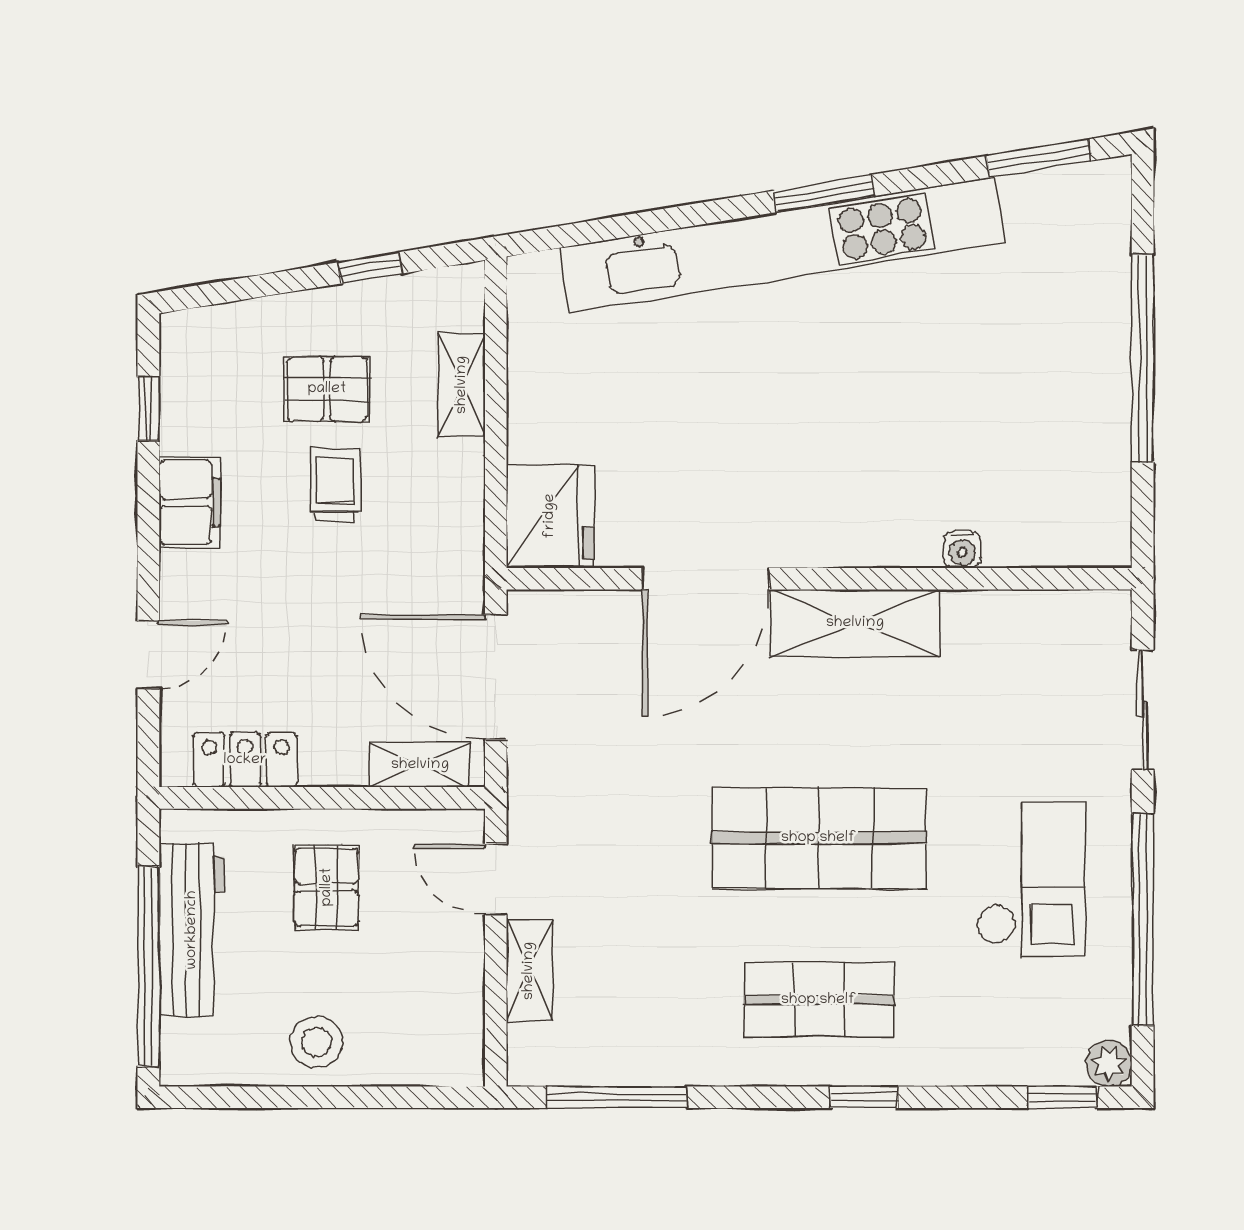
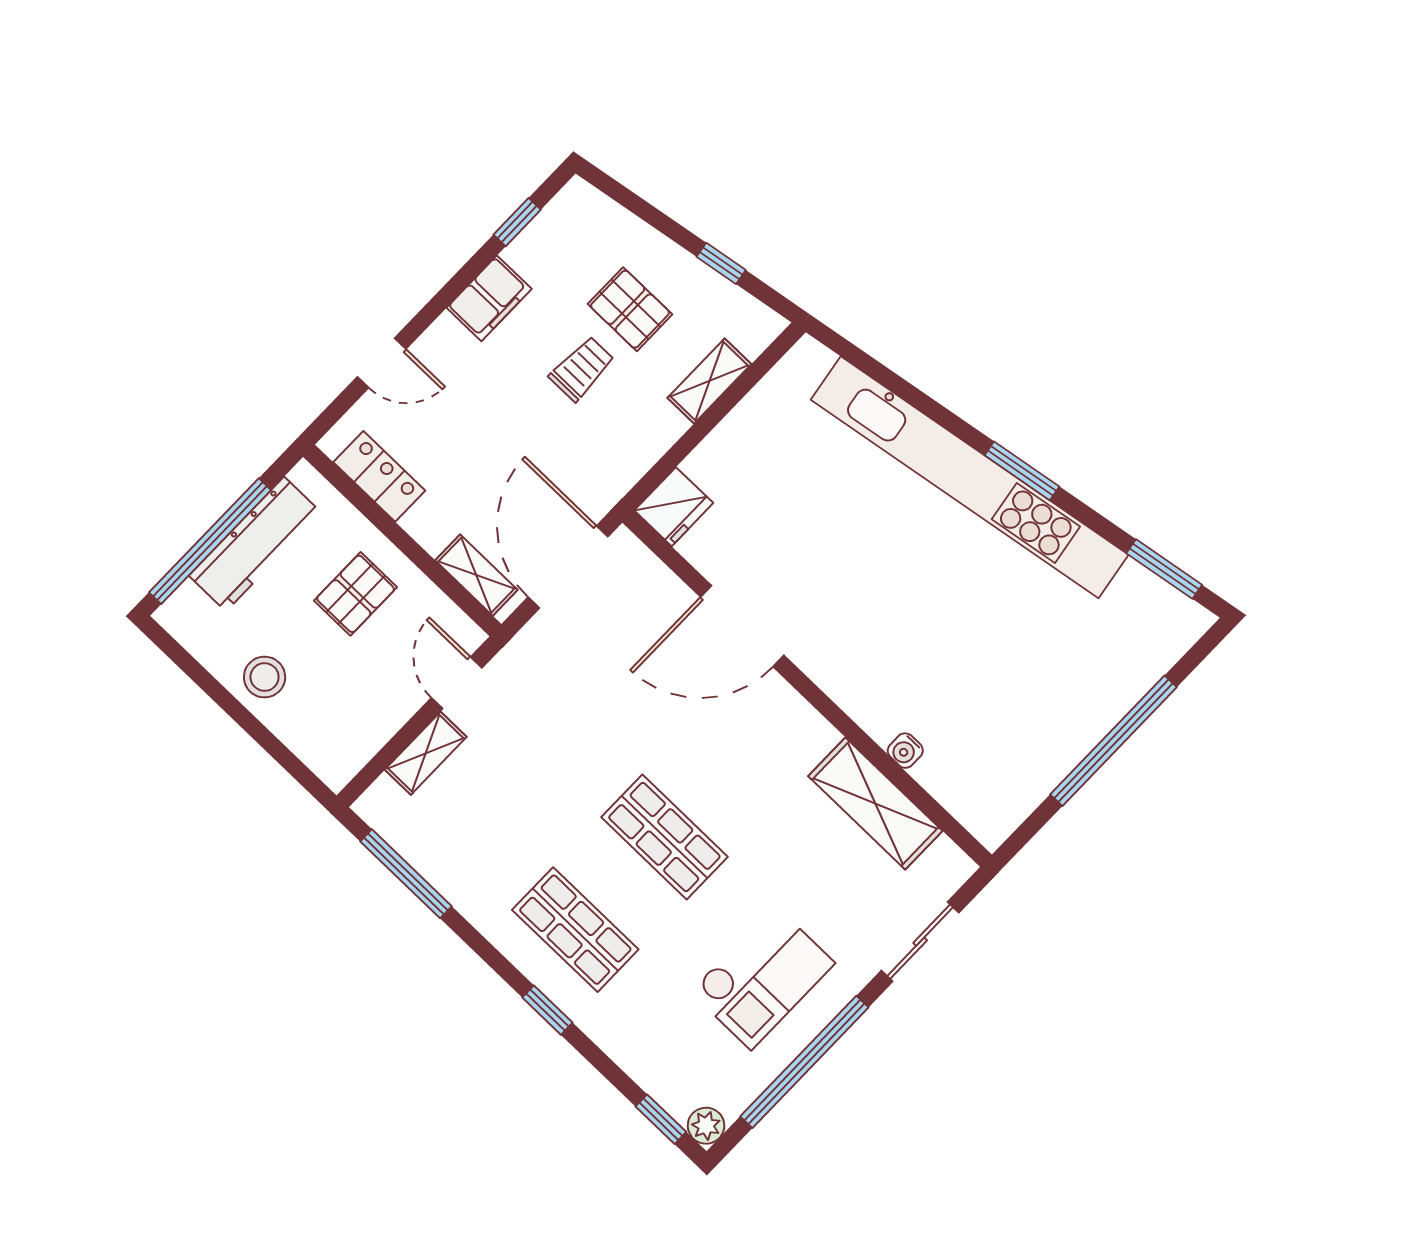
fridge: (550, 516) -> (674, 507), width x0.73, depth x0.75
shelving: (855, 623) -> (875, 803), moved
shop shelf: (819, 838) -> (664, 837), width x0.70, depth x0.74

